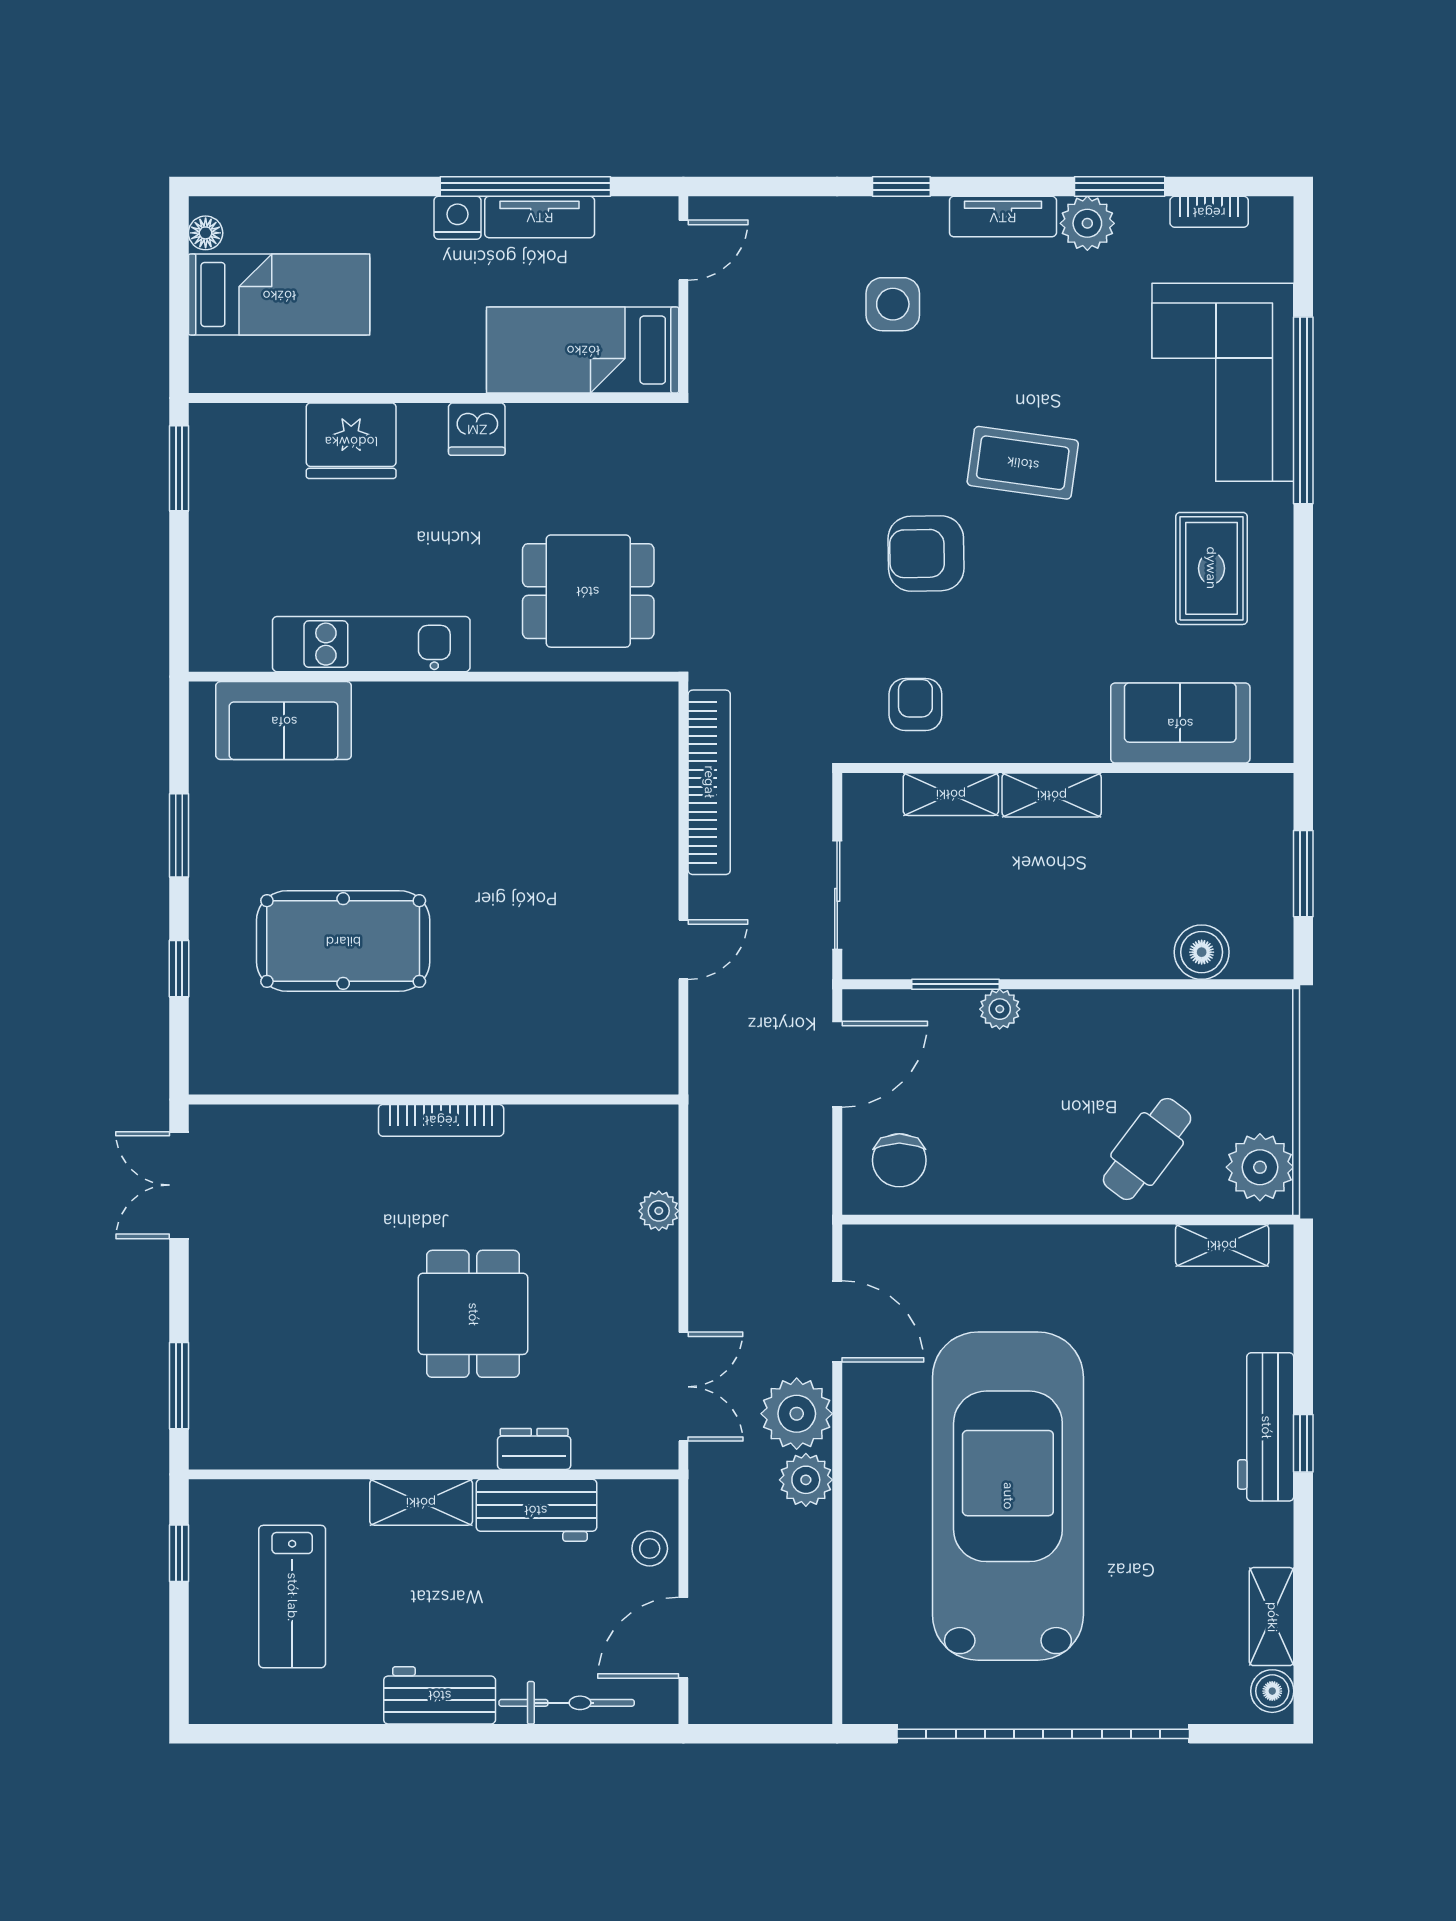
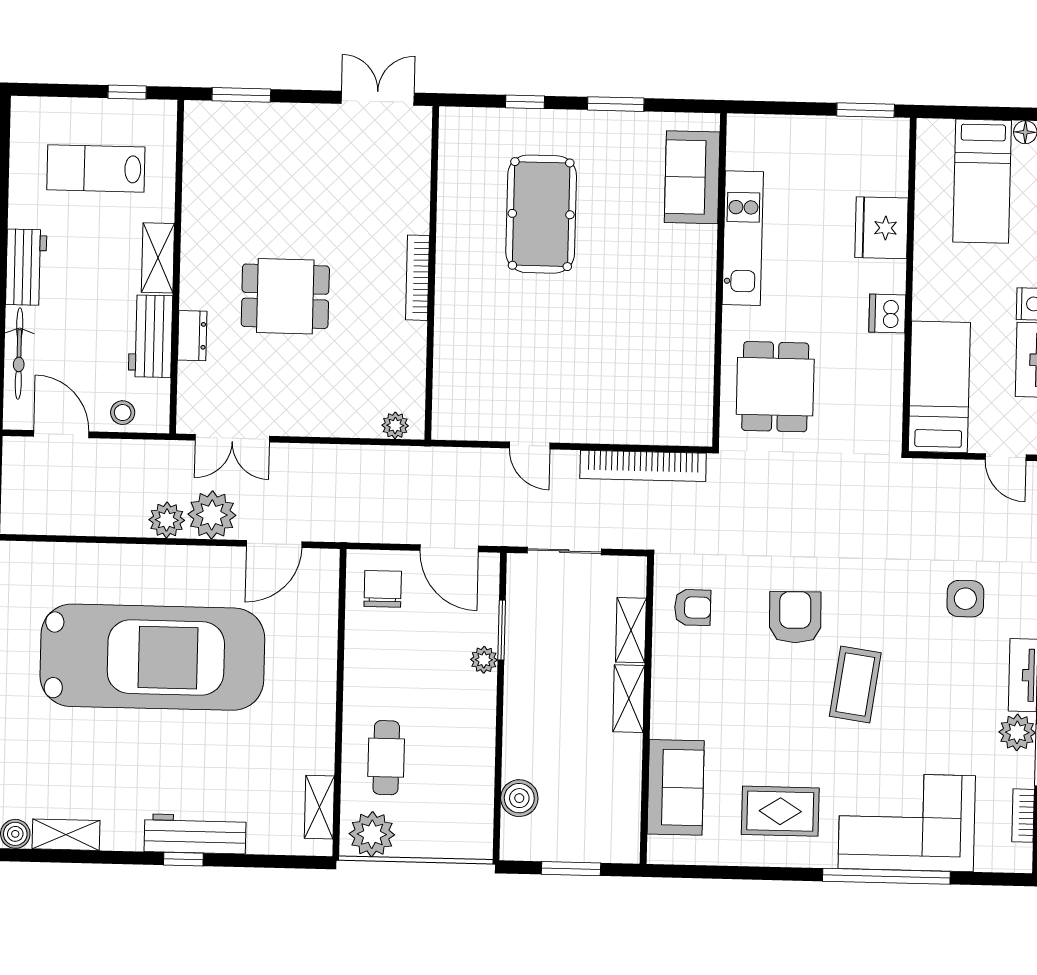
cafe table: (1147, 1149) -> (386, 758), turned 53
chair: (899, 1160) -> (383, 589), turned 90
plant: (659, 1211) -> (395, 425), moved

